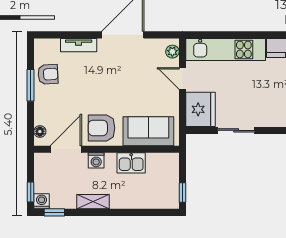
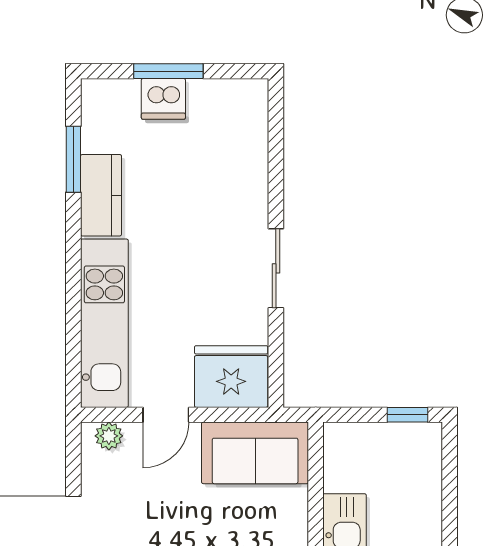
sliding door: (236, 130) -> (276, 268), moved
sofa: (148, 131) -> (255, 453), moved, turned -90

